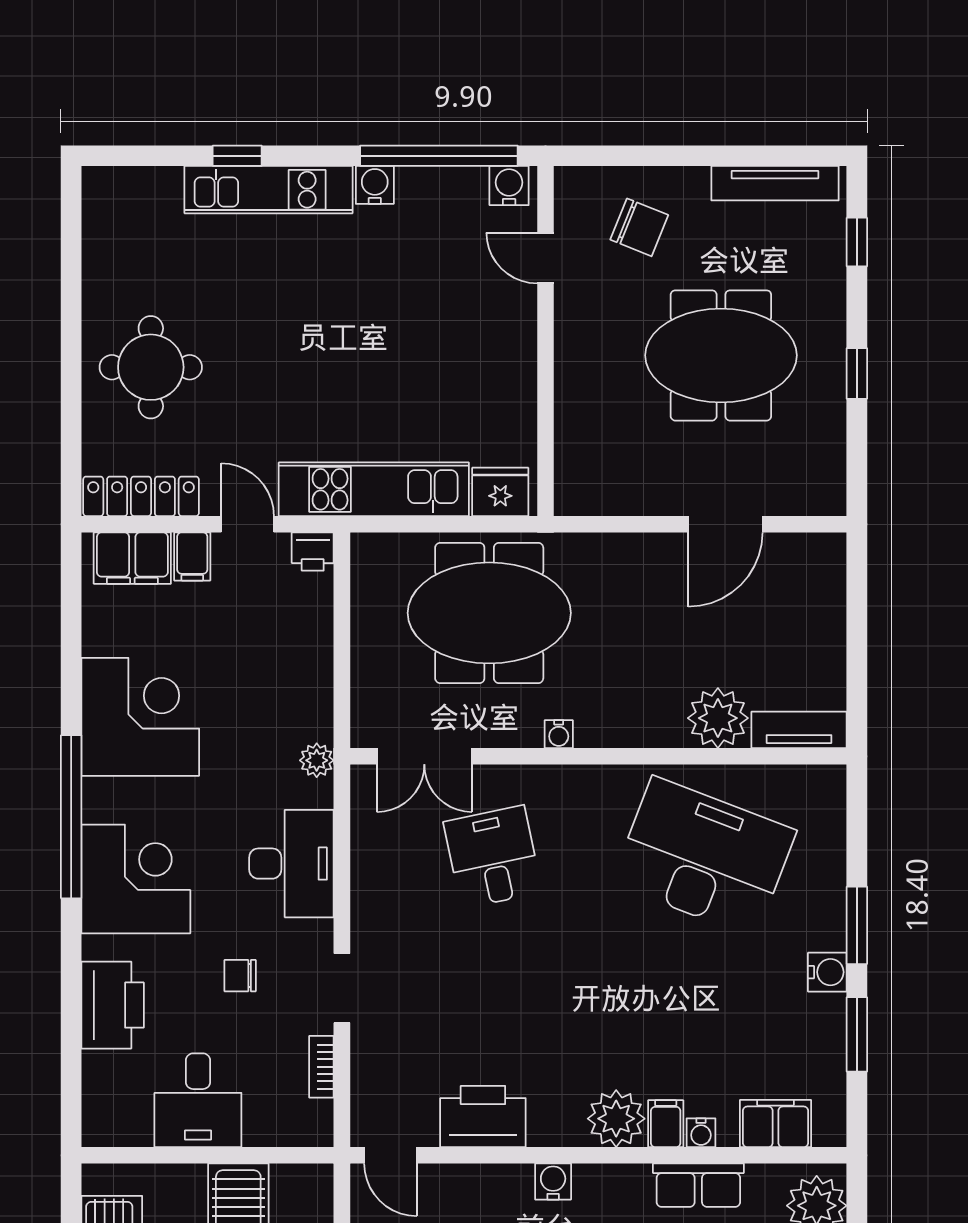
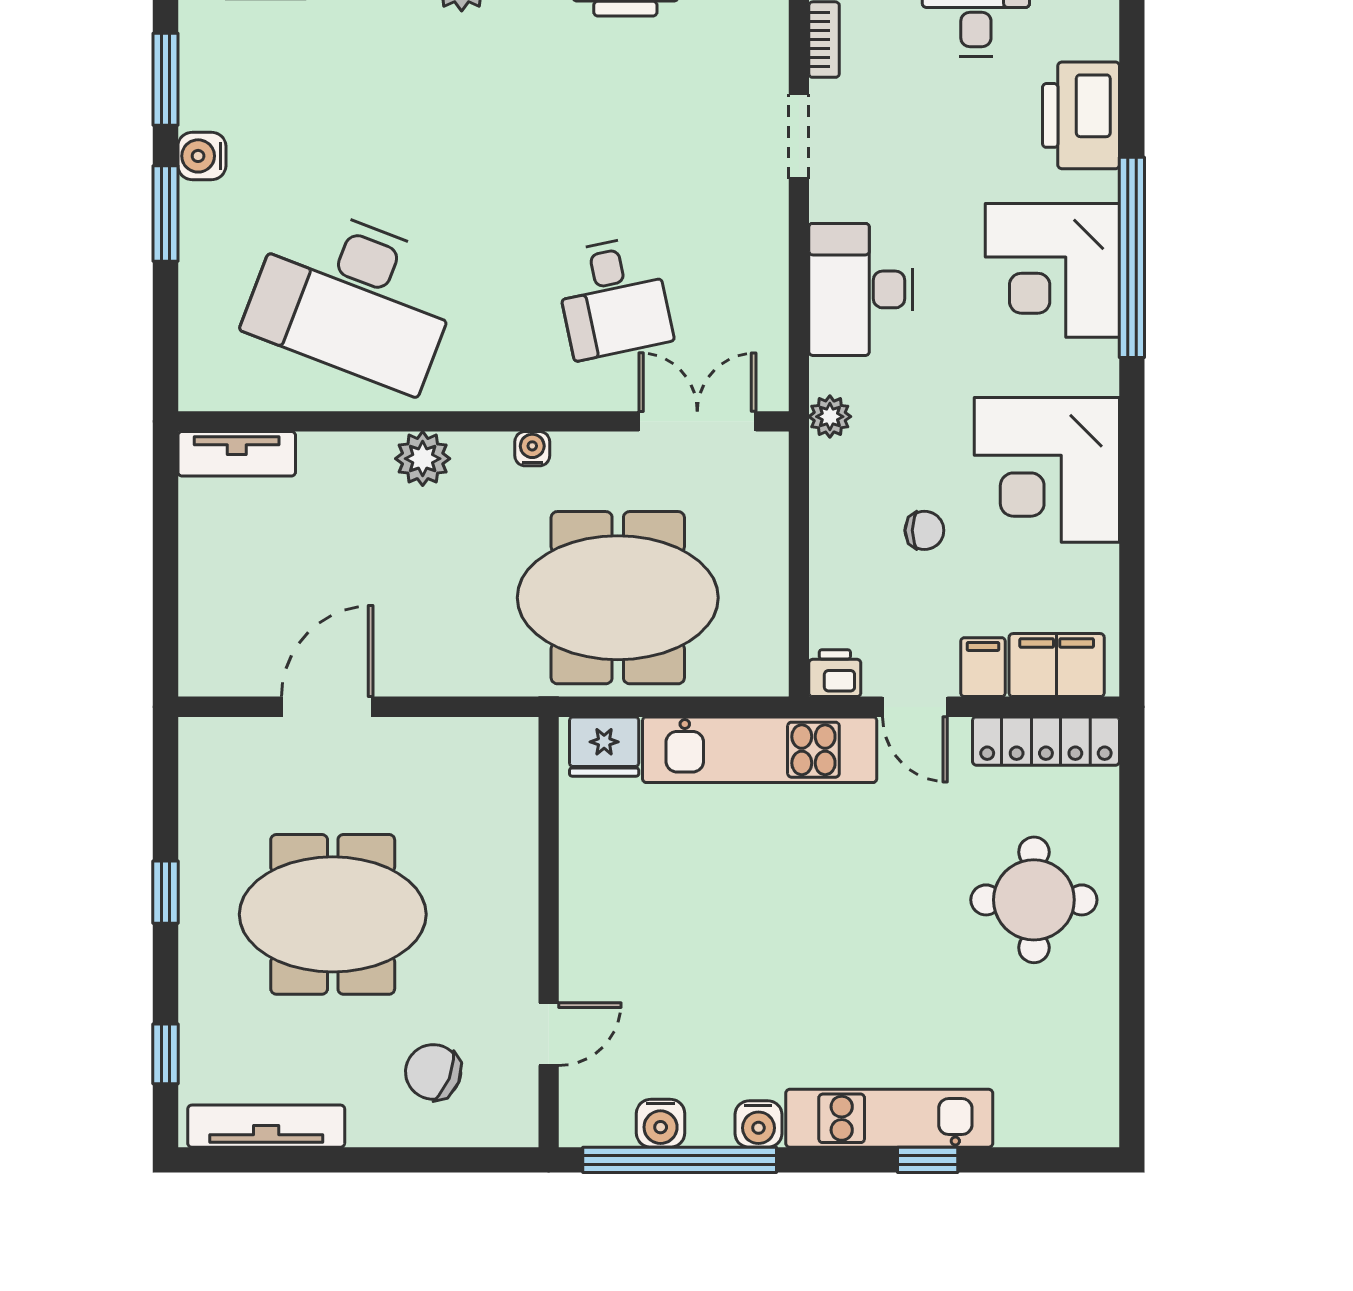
water cooler: (509, 186) -> (661, 1123), moved
door: (545, 258) -> (549, 1034), hinge flipped
plant: (718, 718) -> (423, 459), moved, width x0.73, depth x0.73
window: (71, 817) -> (1132, 257), moved
chair: (240, 976) -> (924, 530), moved

